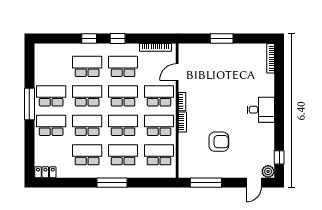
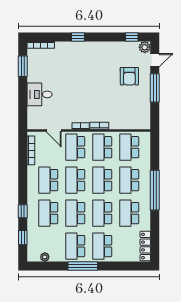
window: (118, 39) -> (23, 238), moved
window: (222, 39) -> (23, 66), moved
plant: (39, 63) -> (45, 257), added
window: (279, 99) -> (78, 37), added
desk: (261, 110) -> (40, 94), moved, turned -90
armchair: (219, 142) -> (129, 76), moved, turned 180
locker: (45, 172) -> (145, 246), width x1.53
window: (112, 183) -> (155, 190), width x1.46
window: (206, 183) -> (155, 88), moved
door: (254, 183) -> (155, 60), hinge flipped

